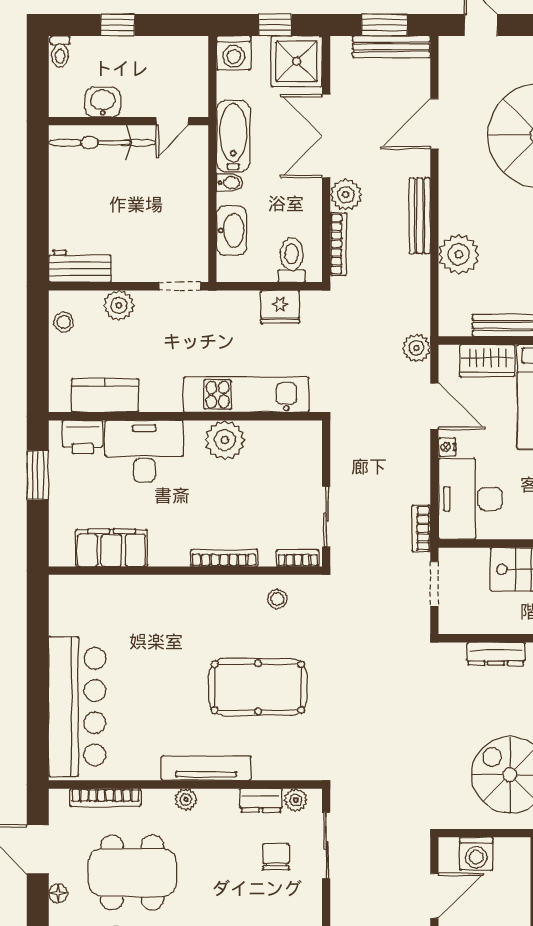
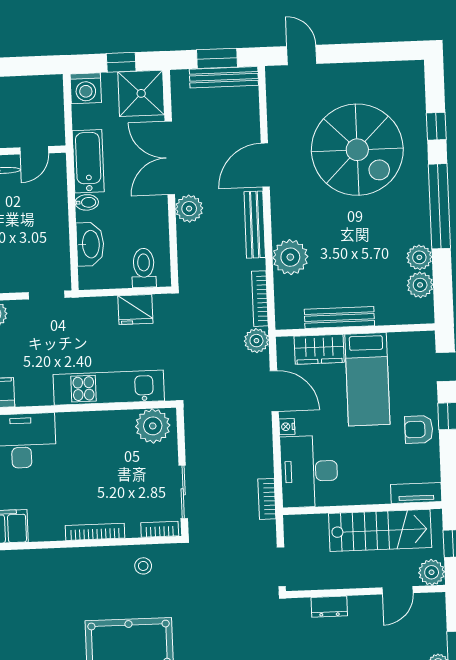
door: (434, 124) -> (265, 165), moved
bookcase: (338, 244) -> (260, 299), moved, turned 180
plant: (225, 440) -> (153, 426), moved
doorway: (434, 584) -> (281, 567), moved
dresser: (496, 654) -> (329, 607), width x0.70

